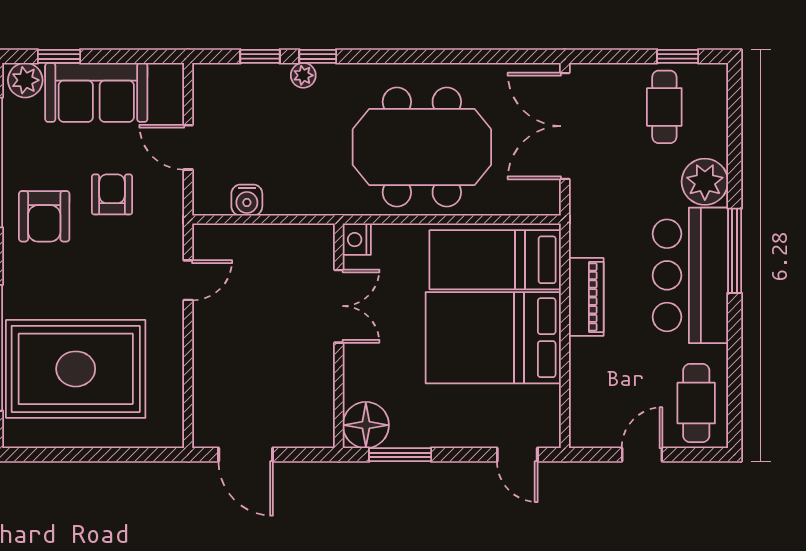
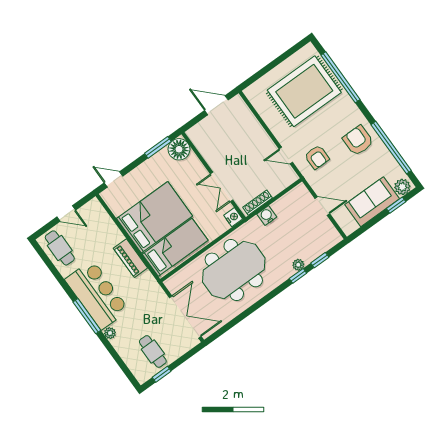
plant: (705, 182) -> (110, 333), width x0.53, depth x0.53
armchair: (112, 194) -> (317, 157), moved
water cooler: (247, 200) -> (267, 216), moved
shoe rack: (296, 234) -> (257, 203), added
door: (188, 280) -> (286, 156), hinge flipped
door: (642, 455) -> (66, 214), hinge flipped

